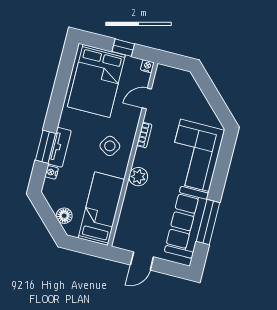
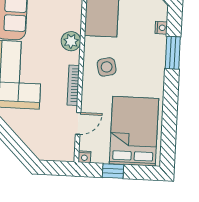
bookcase: (144, 135) -> (73, 85), width x1.56
side table: (110, 146) -> (107, 67), turned 45
tv unit: (60, 147) -> (158, 55), removed

